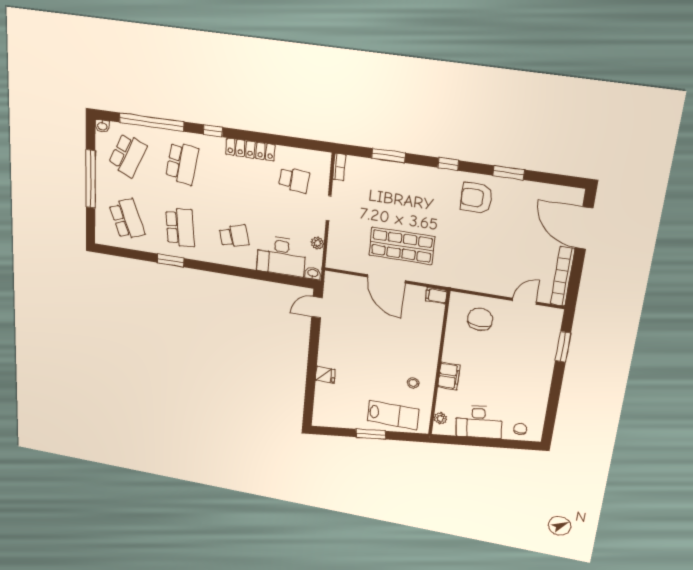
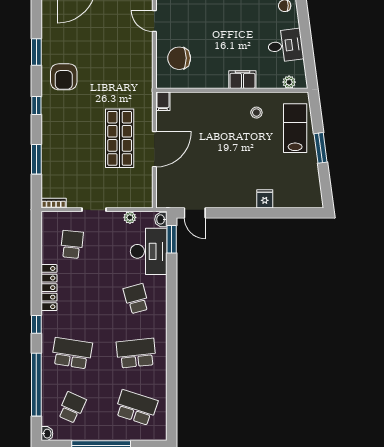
school desk: (128, 155) -> (72, 408), width x0.54
school desk: (127, 219) -> (136, 408), turned 39
window: (171, 260) -> (172, 239), moved
desk: (479, 422) -> (285, 46), width x0.73

